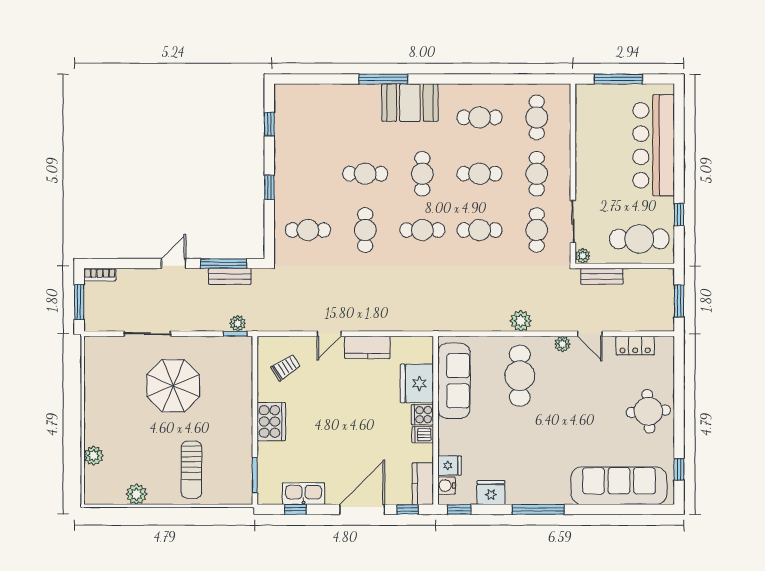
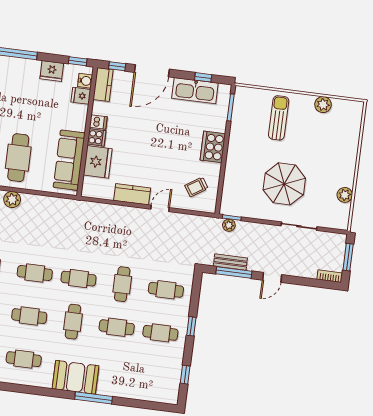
cafe table: (308, 174) -> (160, 333), added
plant: (94, 456) -> (345, 195), moved
kitchen sink: (304, 494) -> (195, 91), width x1.36, depth x1.24

